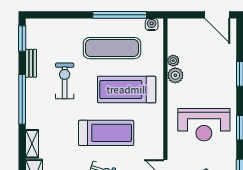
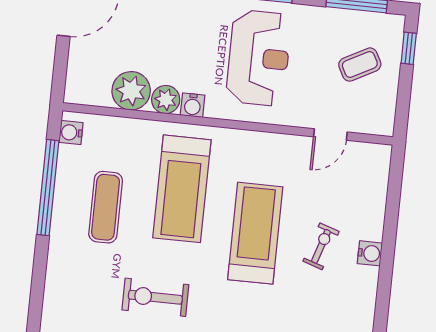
exercise mat: (112, 48) -> (106, 207), width x0.73, depth x0.69
plant: (173, 61) -> (131, 91), width x1.88, depth x1.88
water cooler: (174, 91) -> (193, 105), added

